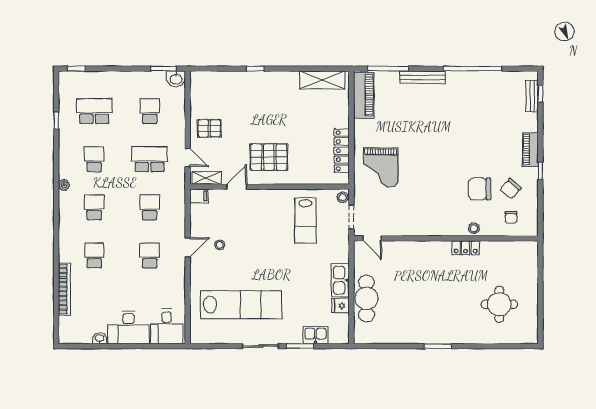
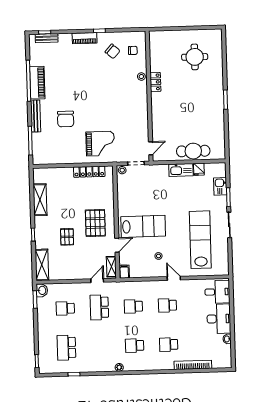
shelving: (212, 80) -> (42, 265), added
shelving: (322, 80) -> (40, 200), moved
piano: (364, 95) -> (37, 83), moved, turned 90
pallet: (209, 128) -> (67, 237), moved
school desk: (94, 159) -> (101, 347), removed
door: (237, 187) -> (117, 245), swing flipped
chair: (480, 189) -> (66, 119), moved
lab bench: (305, 221) -> (143, 226), moved, width x1.36, depth x1.39
door: (188, 247) -> (174, 278), moved

